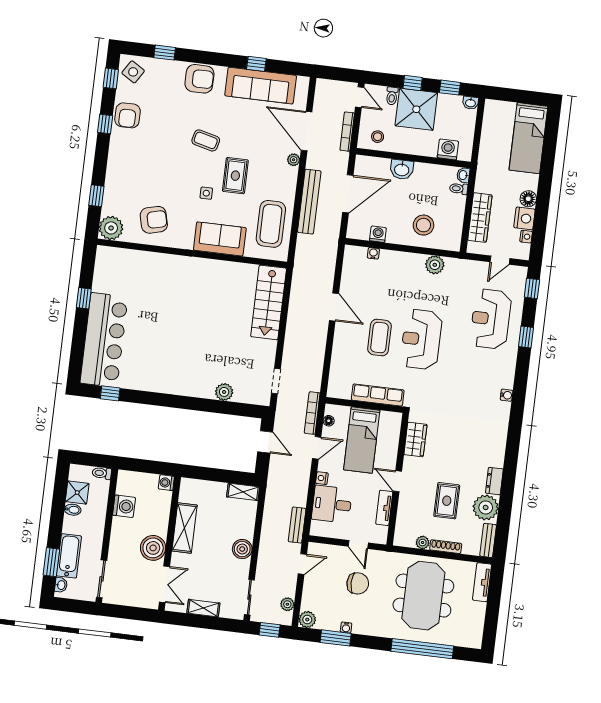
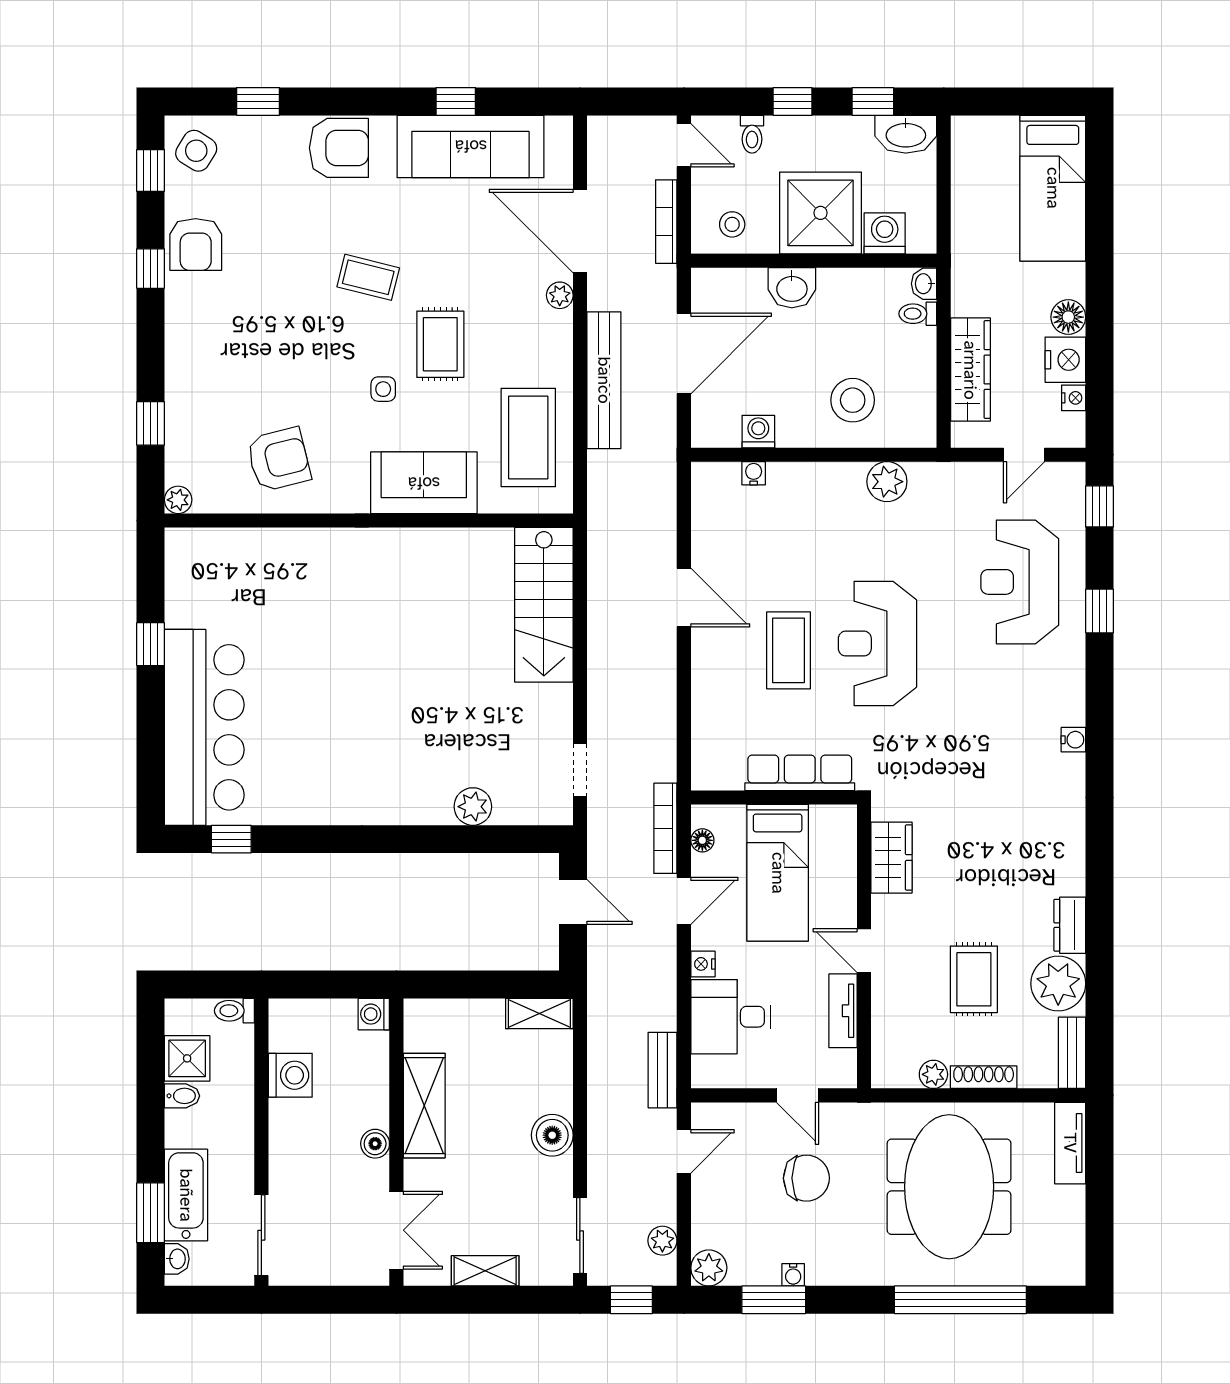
washbasin: (470, 103) -> (906, 134), width x1.91, depth x1.45
shower: (416, 109) -> (820, 213), moved
plant: (111, 228) -> (178, 500), width x0.53, depth x0.53
boiler: (153, 548) -> (375, 1144), width x0.54, depth x0.54

